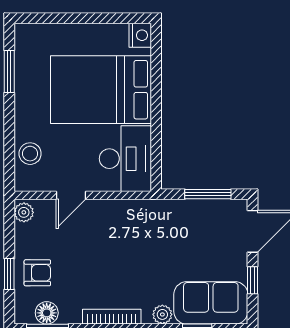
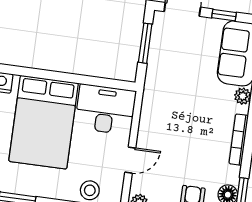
door: (71, 195) -> (130, 160), hinge flipped

